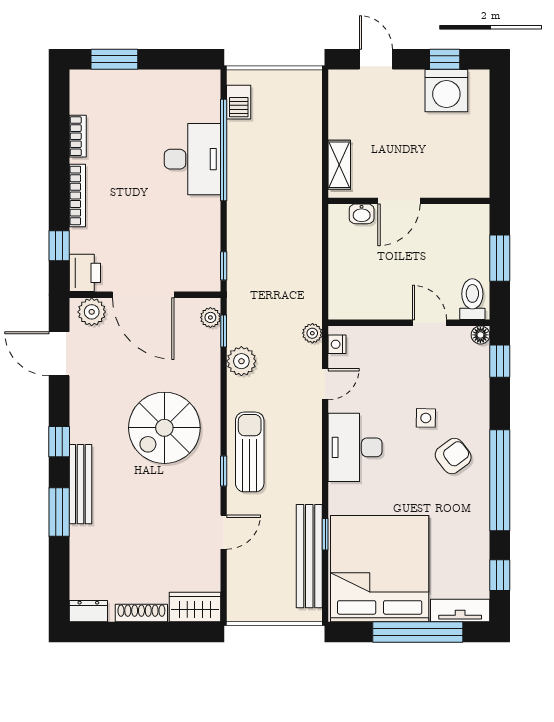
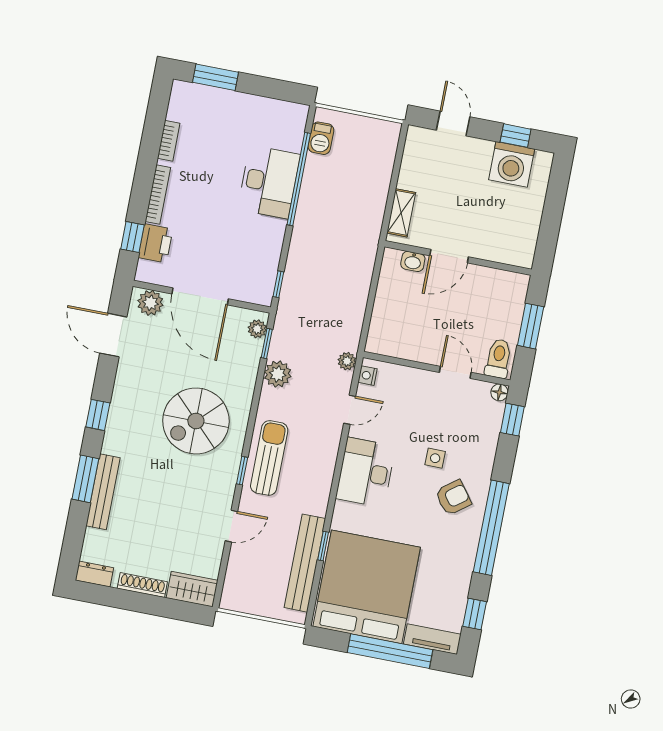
printer: (85, 273) -> (155, 243), moved
bench: (80, 484) -> (103, 492), moved

